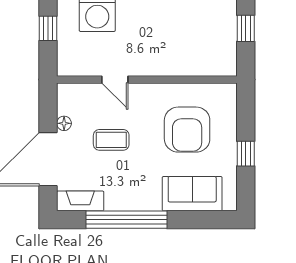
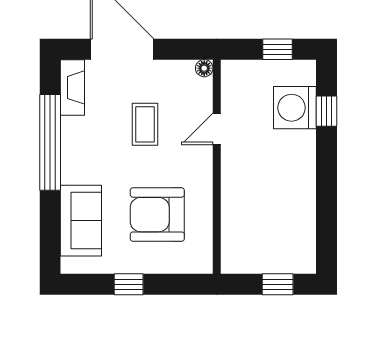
floor lamp: (64, 123) -> (204, 68), moved

